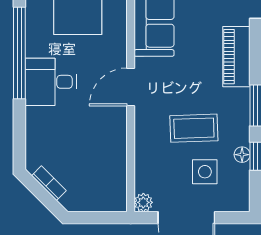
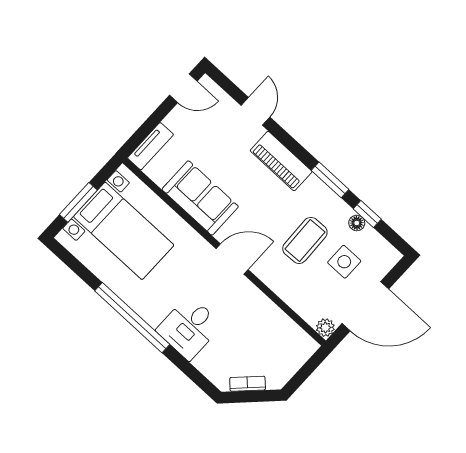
desk: (51, 82) -> (189, 328), moved
door: (131, 87) -> (232, 259), swing flipped

